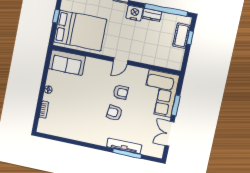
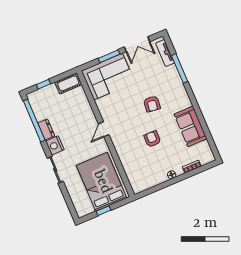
cot: (181, 36) -> (68, 83), moved
door: (121, 61) -> (104, 129), swing flipped
sofa: (67, 62) -> (190, 126), moved, turned 180
armchair: (121, 92) -> (152, 139), moved
tv unit: (124, 146) -> (165, 53), moved, width x0.71

